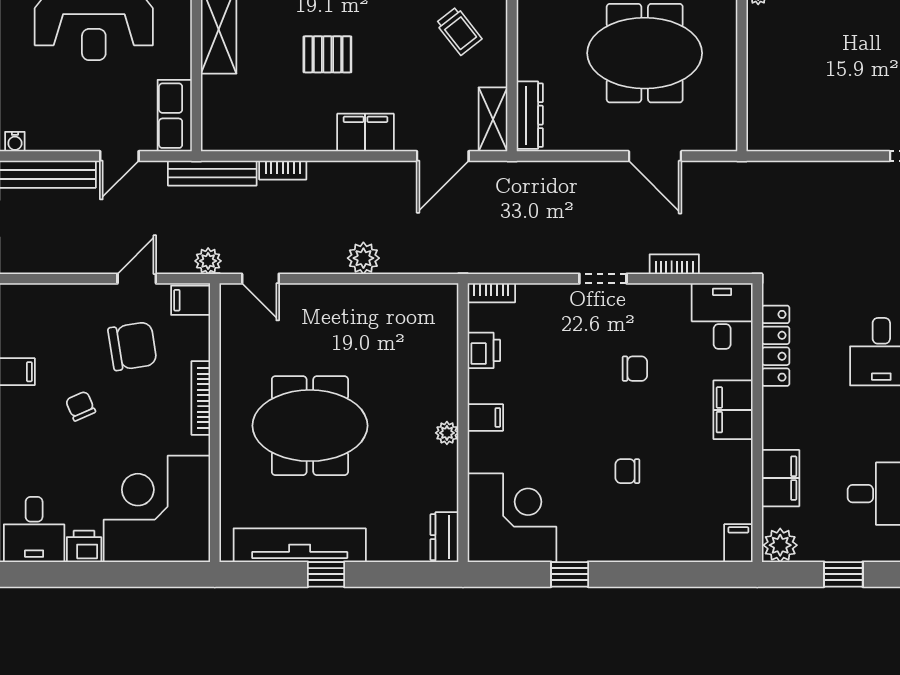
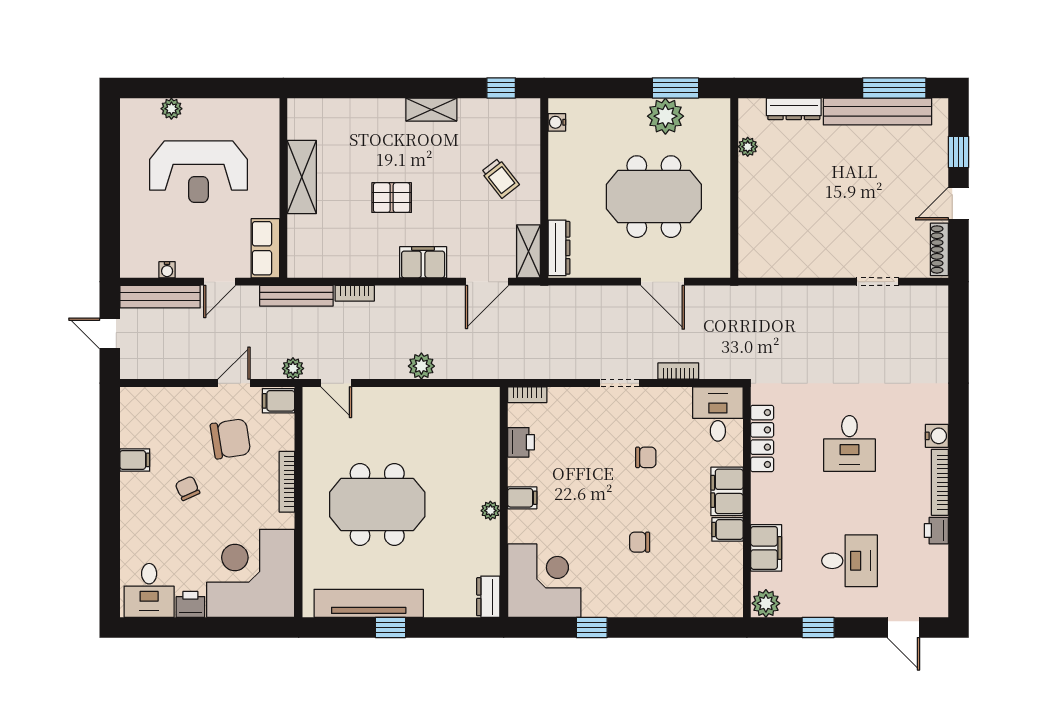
water cooler: (15, 142) -> (167, 270), moved
filing cabinet: (738, 543) -> (727, 529), moved, turned -90

